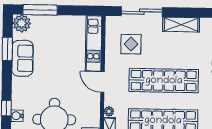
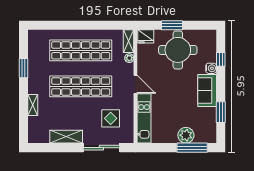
plant: (22, 23) -> (186, 135), moved
sofa: (23, 58) -> (207, 91), moved
water cooler: (17, 116) -> (211, 68), moved

